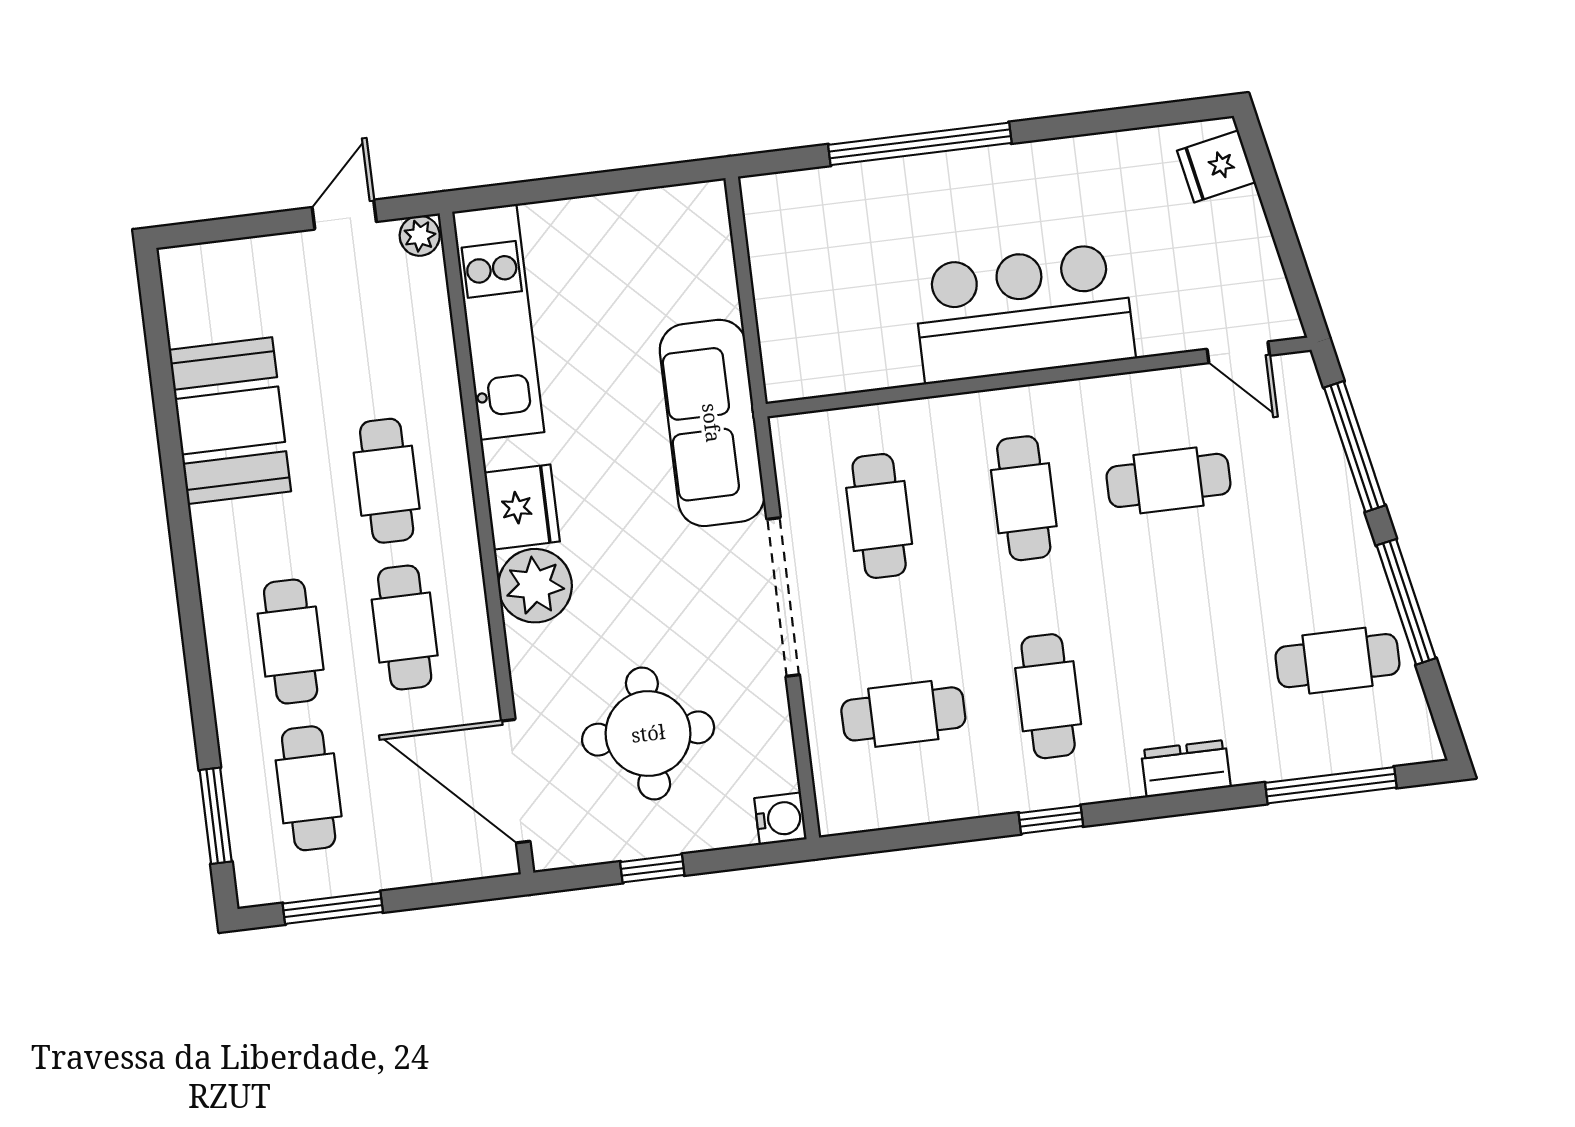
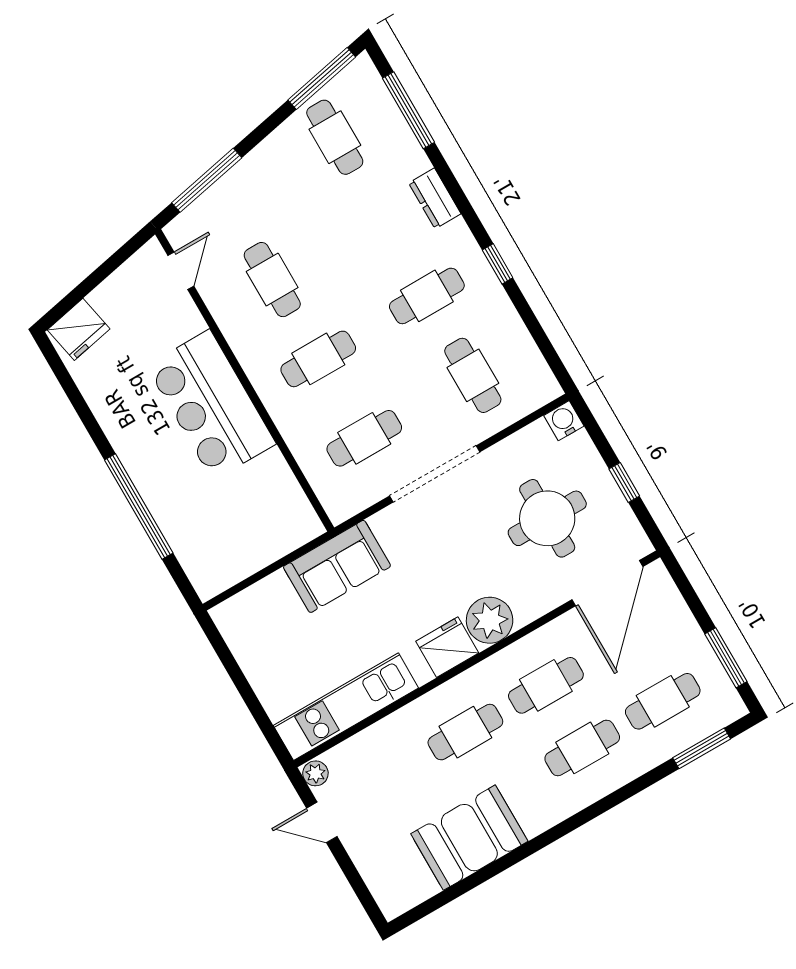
fridge: (1216, 166) -> (79, 329), width x1.38
sofa: (712, 423) -> (337, 566), width x0.73
window: (1406, 602) -> (322, 78), moved

